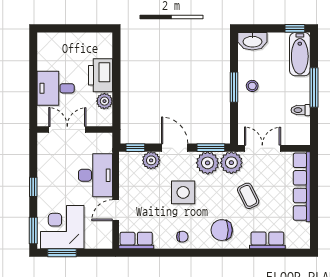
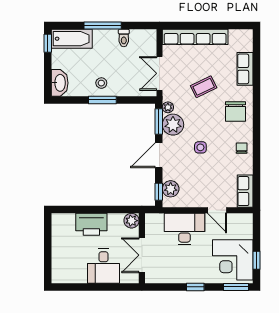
plant: (104, 101) -> (132, 221), moved
plant: (151, 160) -> (171, 189), moved
plant: (231, 163) -> (168, 107), width x0.53, depth x0.53
side table: (183, 192) -> (200, 147), width x0.54, depth x0.54
window: (62, 253) -> (257, 260), width x0.67

